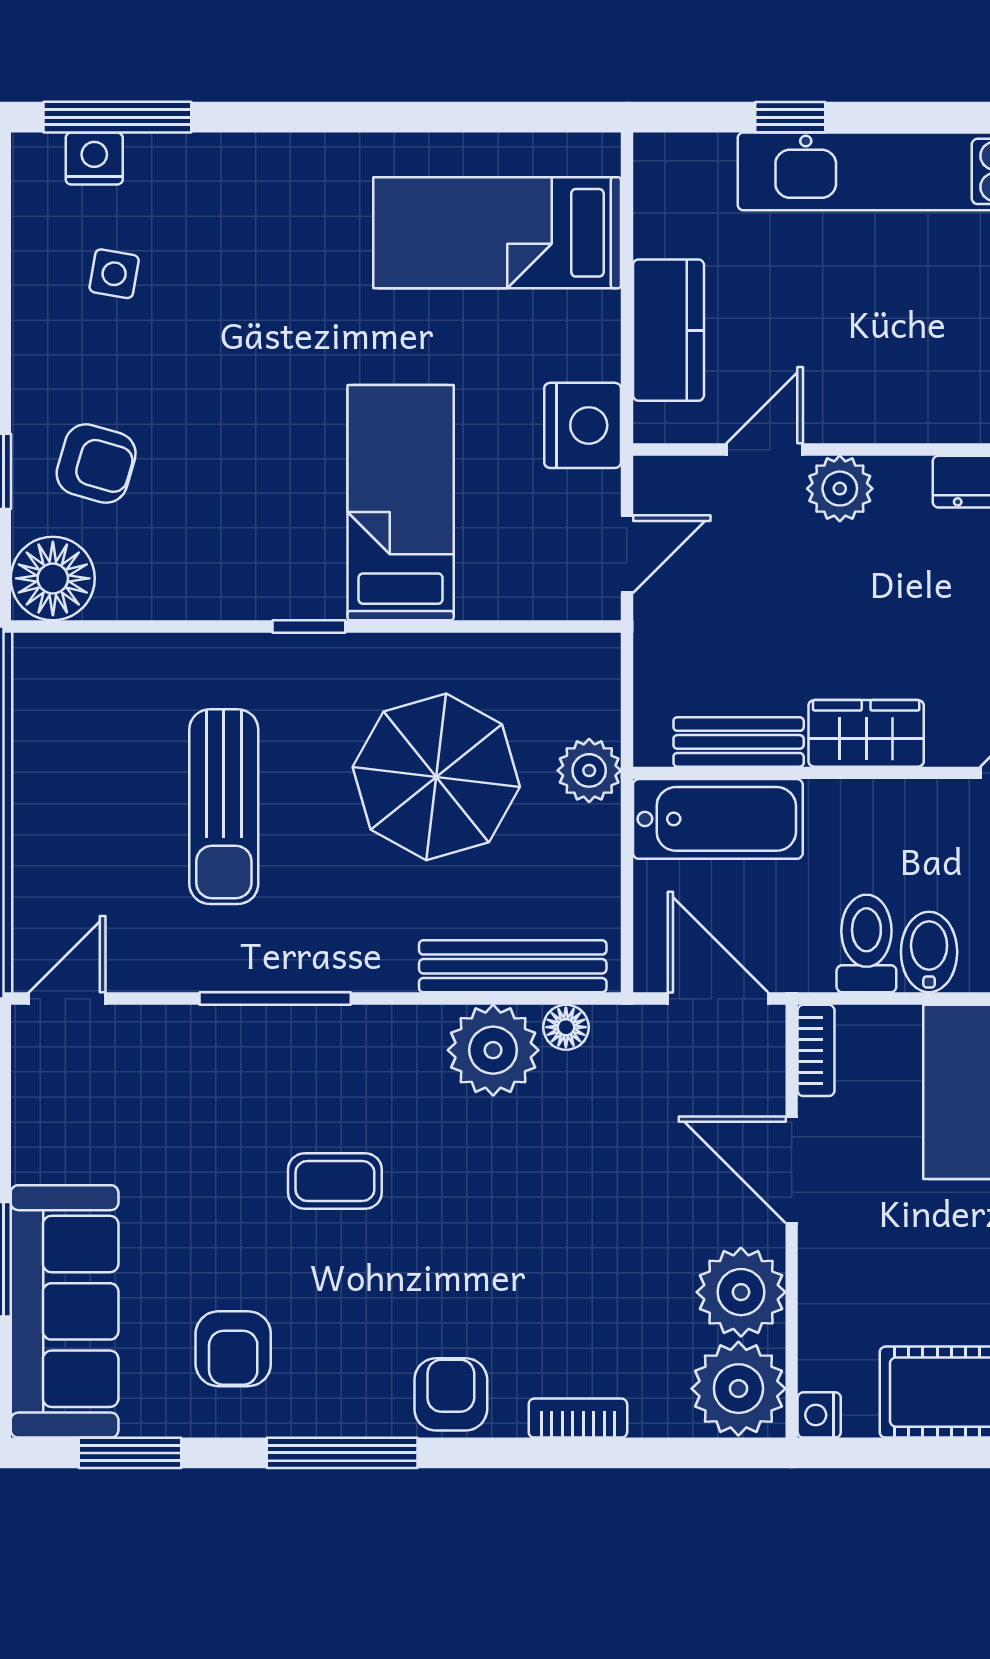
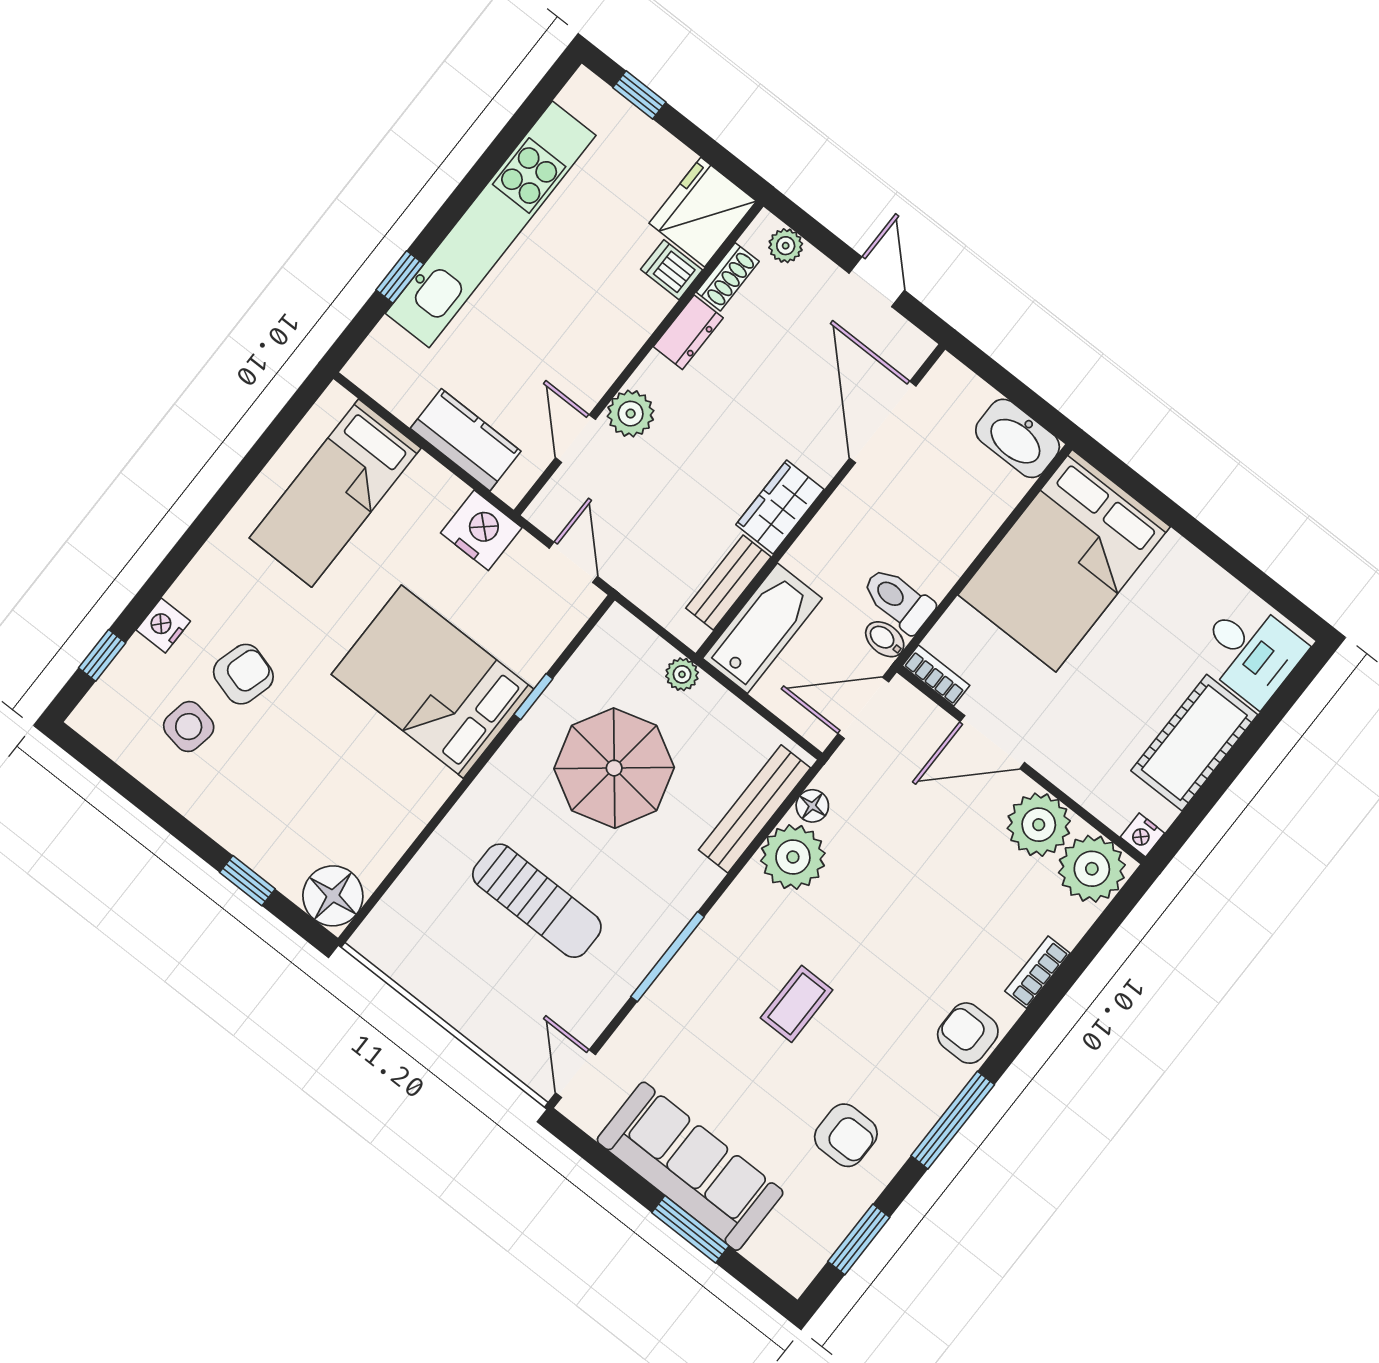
window: (117, 117) -> (102, 655), width x0.46
nightstand: (94, 159) -> (163, 626), moved
side table: (114, 274) -> (189, 727), width x1.37, depth x1.37
armchair: (96, 464) -> (243, 674), moved
bed: (401, 503) -> (432, 682), width x1.50
window: (309, 626) -> (533, 697), moved
plant: (589, 770) -> (682, 674), width x0.73, depth x0.73
bidet: (929, 952) -> (885, 639), moved, width x0.72, depth x0.74
sofa: (65, 1311) -> (690, 1166), moved

